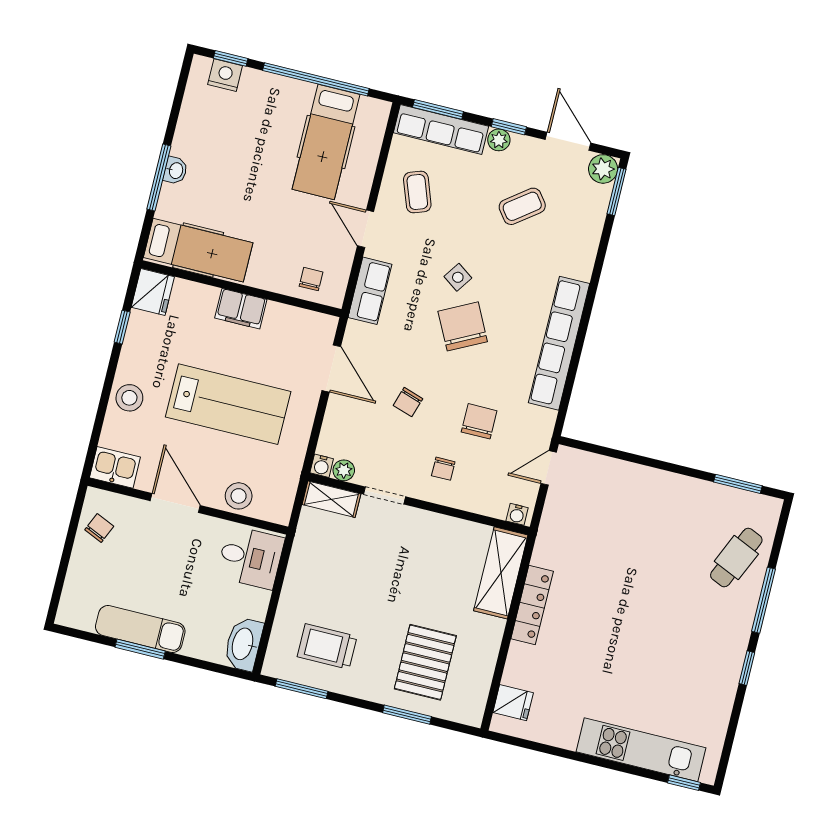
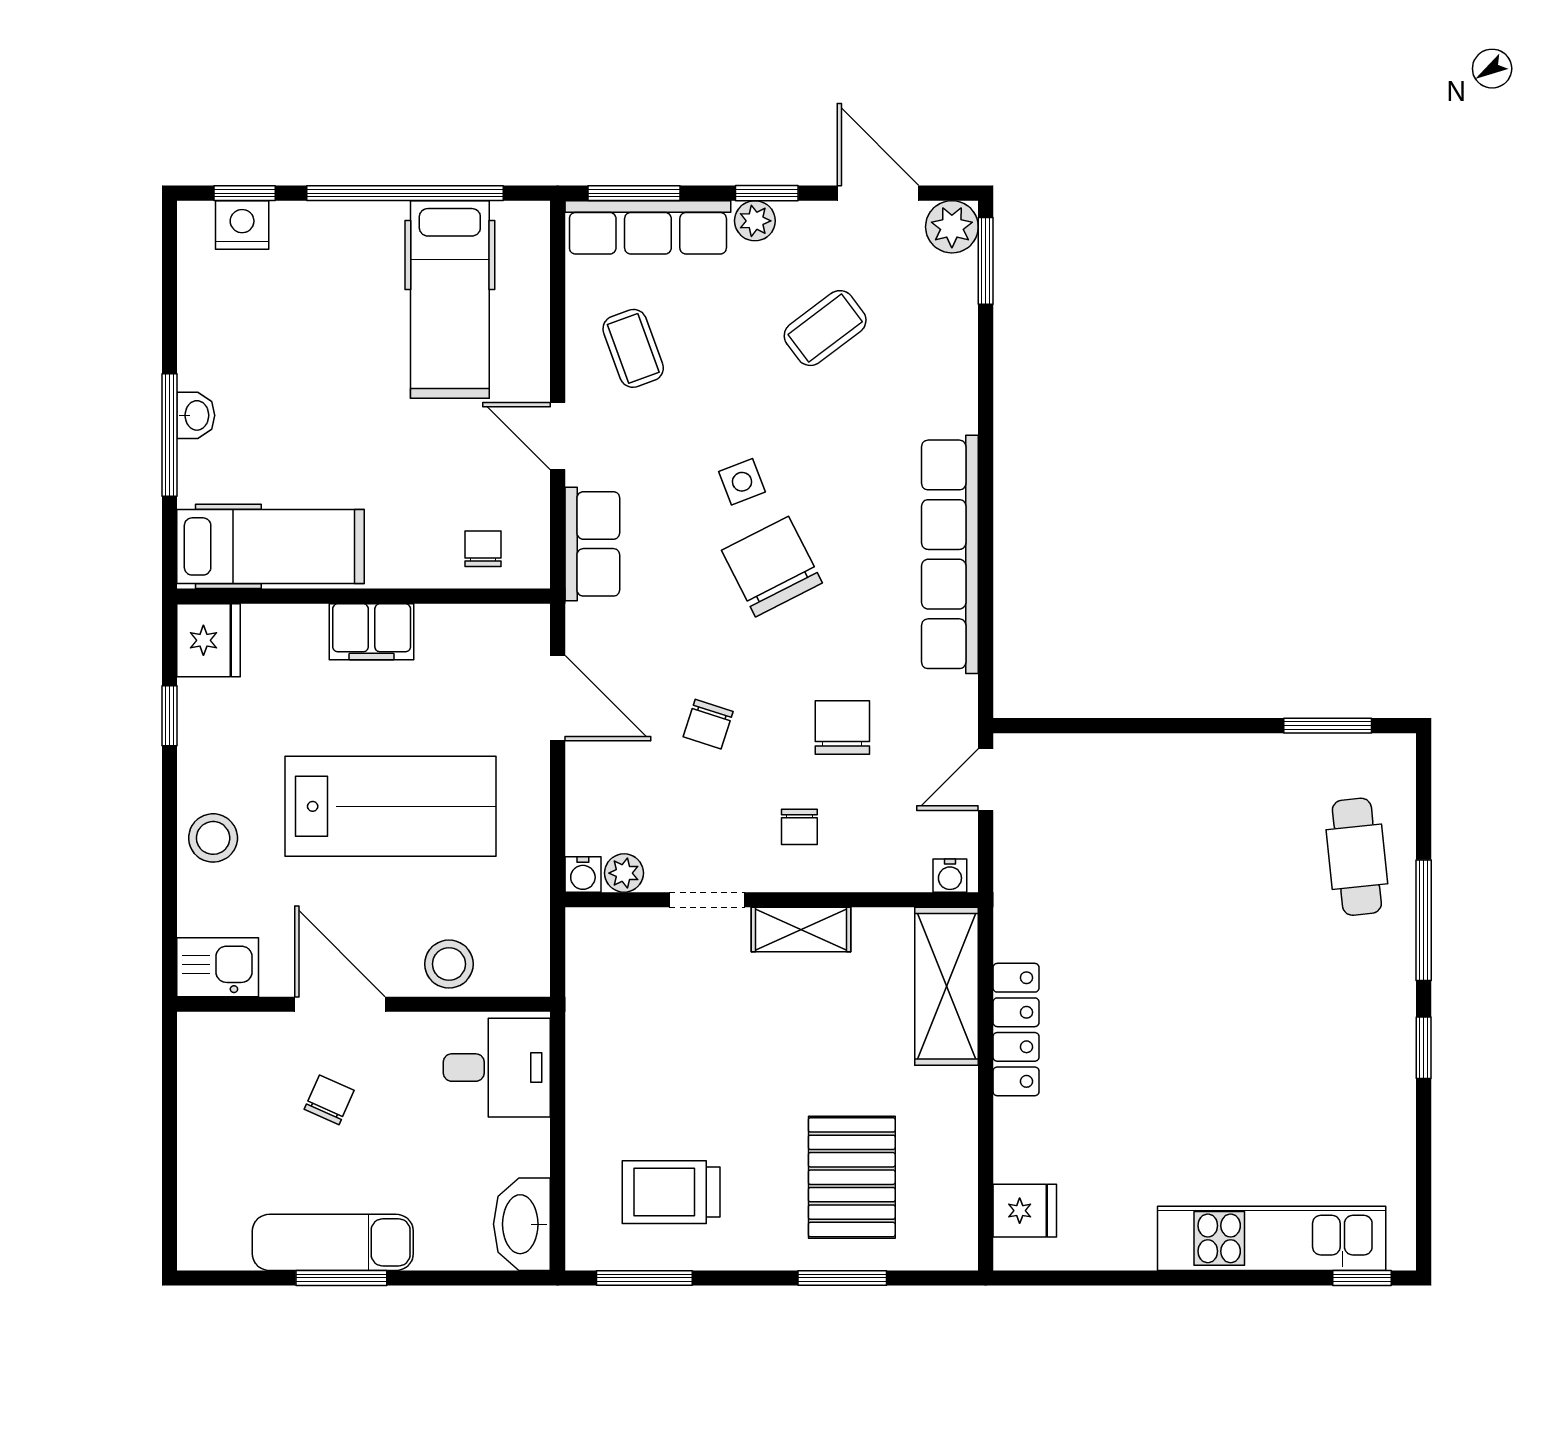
side table: (458, 277) -> (742, 482), turned 34
shelving: (331, 499) -> (801, 930), moved
chair: (99, 528) -> (329, 1100), moved
cafe table: (736, 558) -> (1357, 857), turned -30

